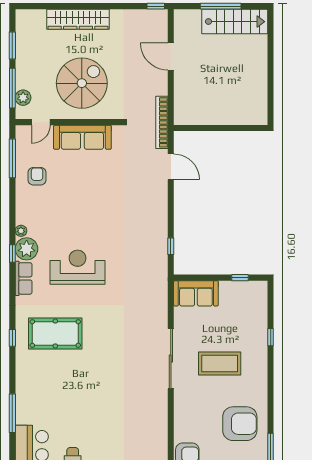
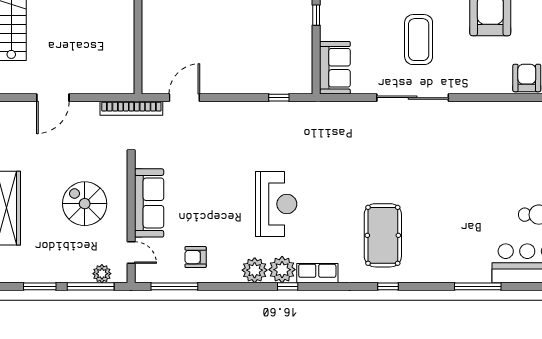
spiral stairs: (82, 83) -> (85, 204), width x0.73, depth x0.73
plant: (21, 231) -> (255, 270), width x1.87, depth x1.87
reception desk: (78, 267) -> (276, 204), moved, turned 180

